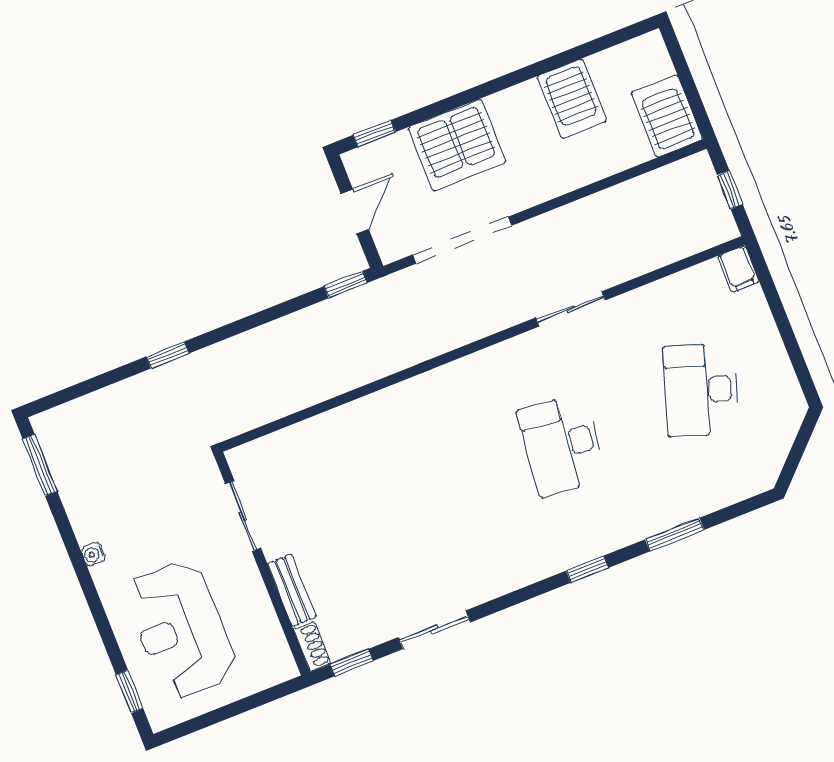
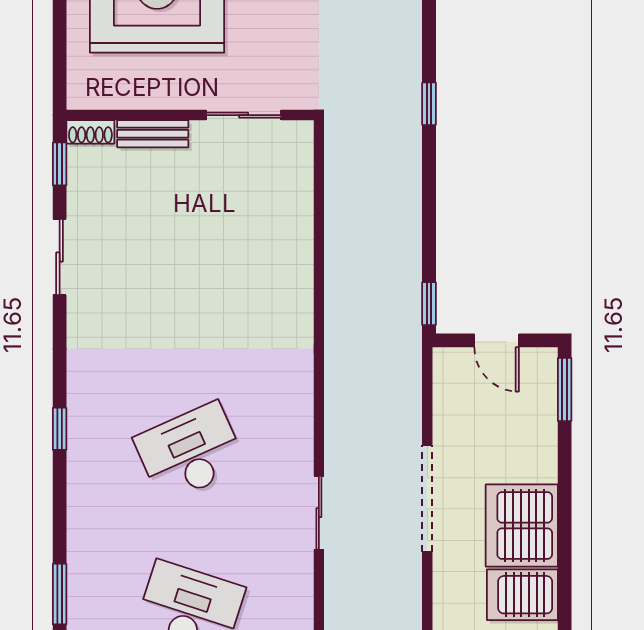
window: (374, 134) -> (565, 389), width x1.50
server rack: (457, 145) -> (522, 525), moved
doorway: (462, 240) -> (427, 498), moved
desk: (562, 445) -> (190, 452), turned -30
window: (675, 535) -> (60, 594), moved

